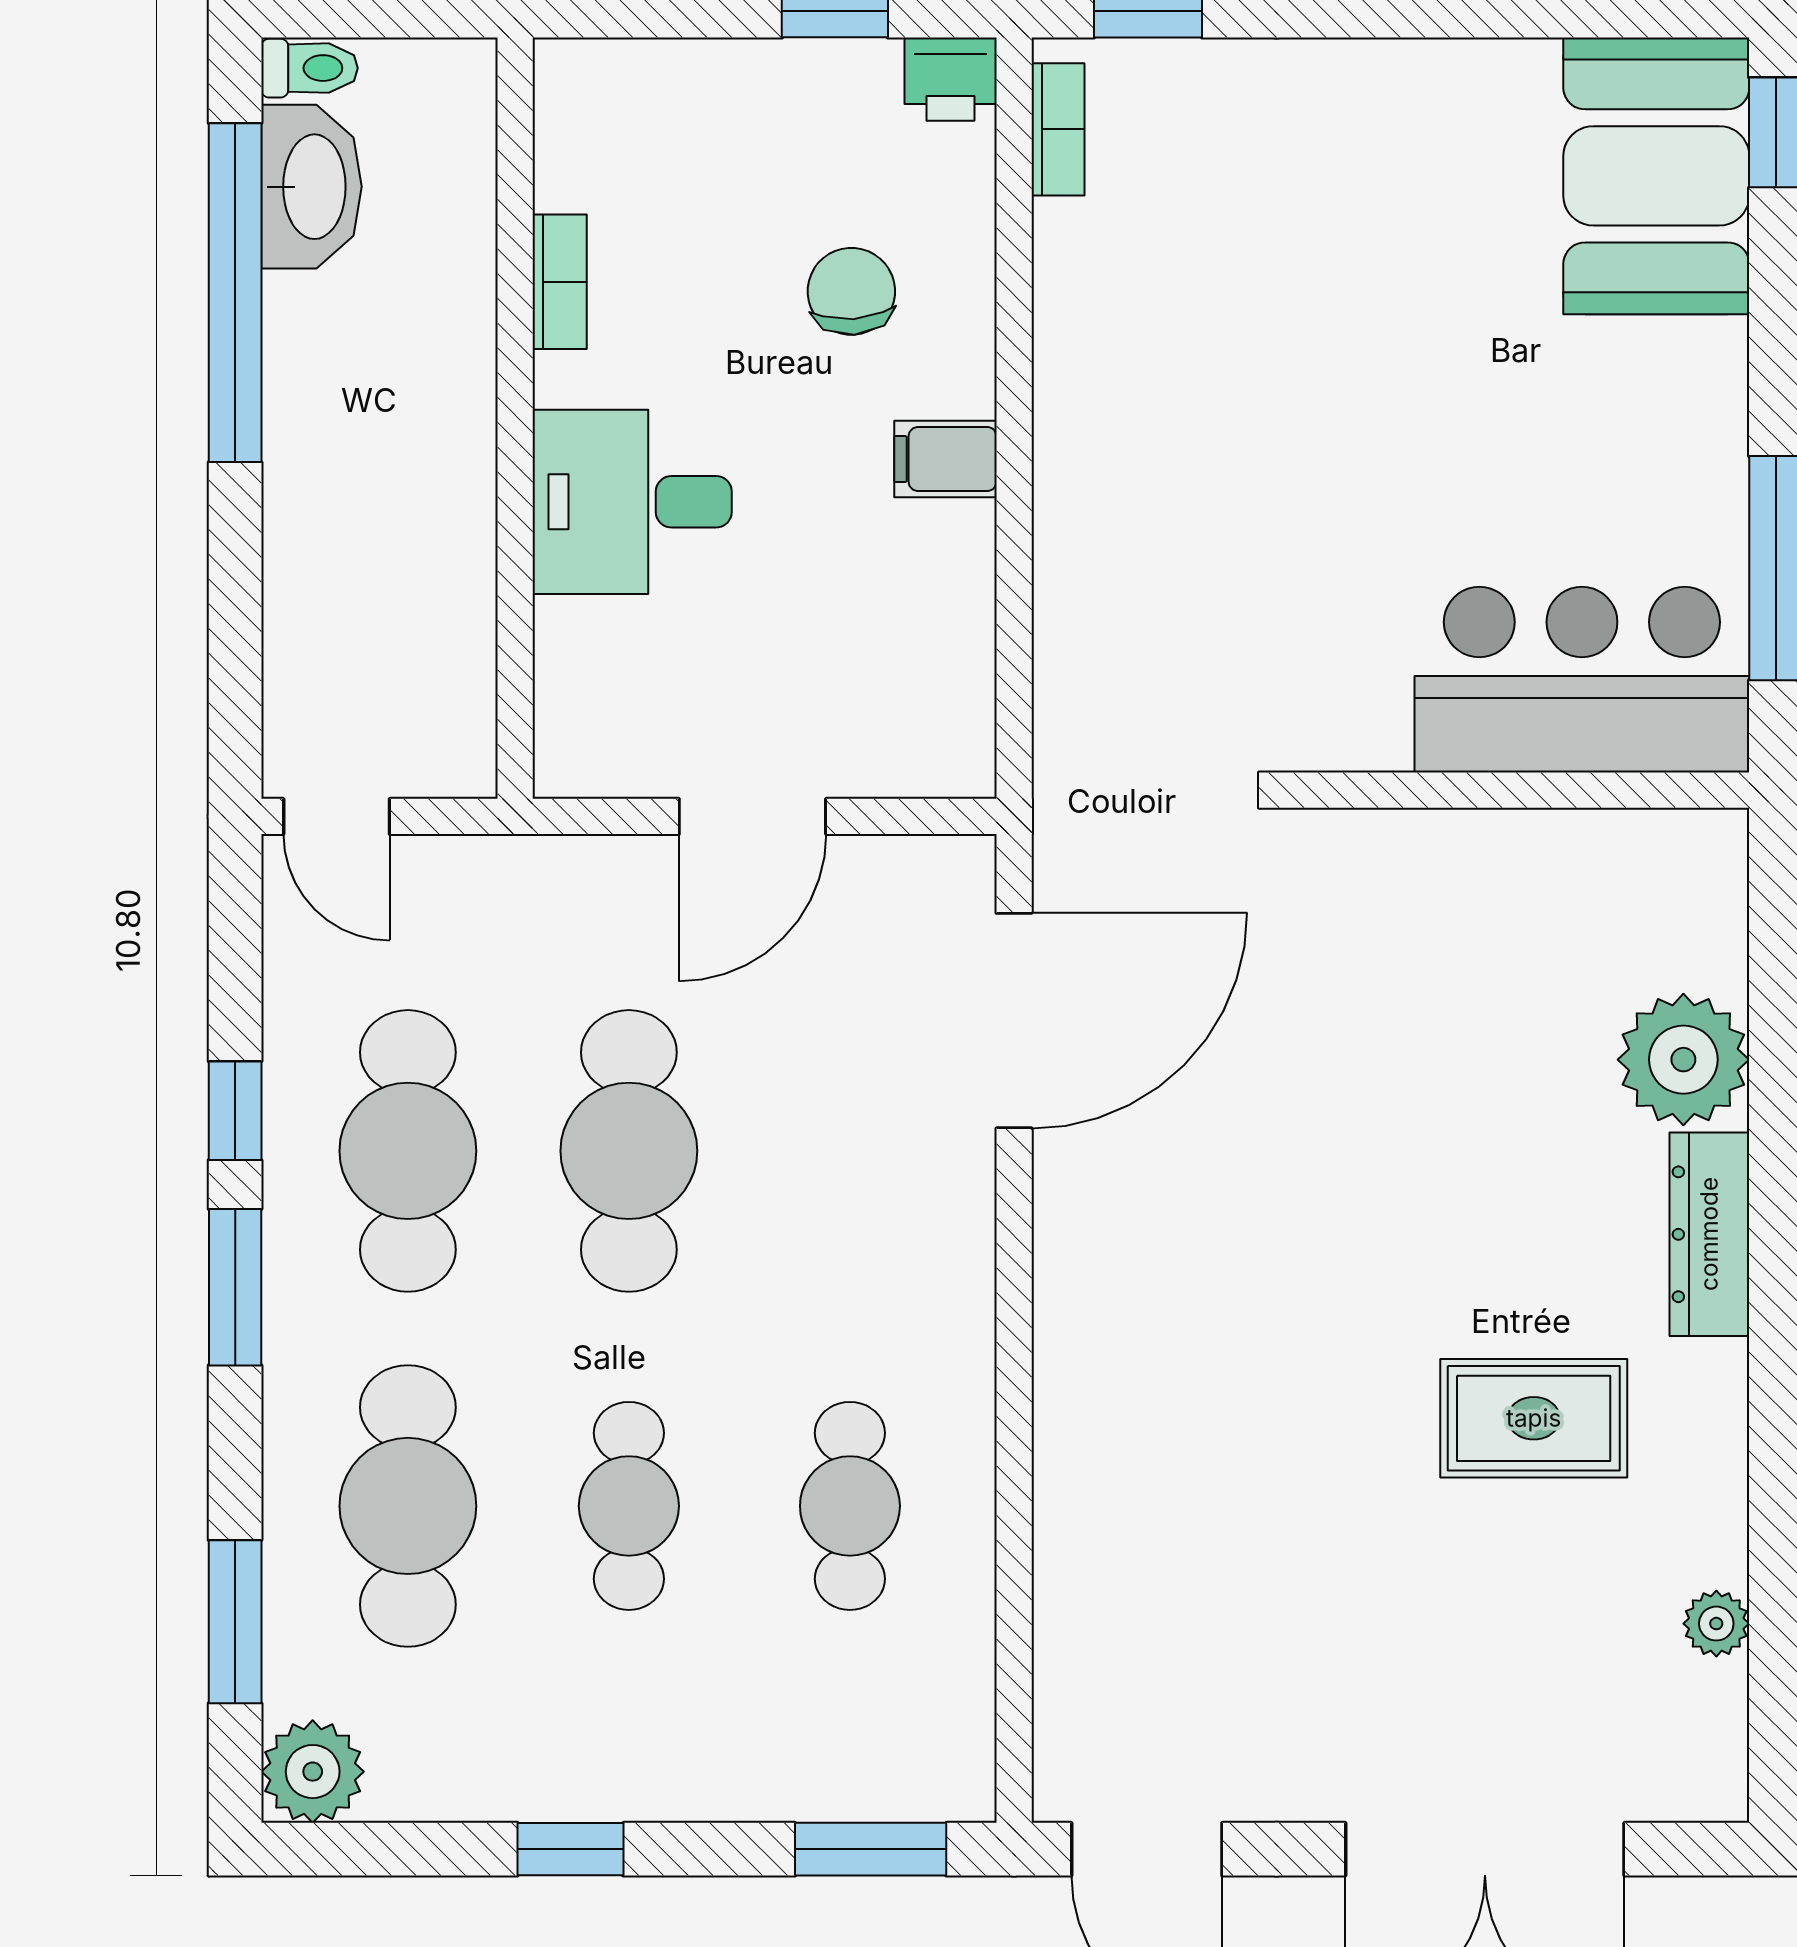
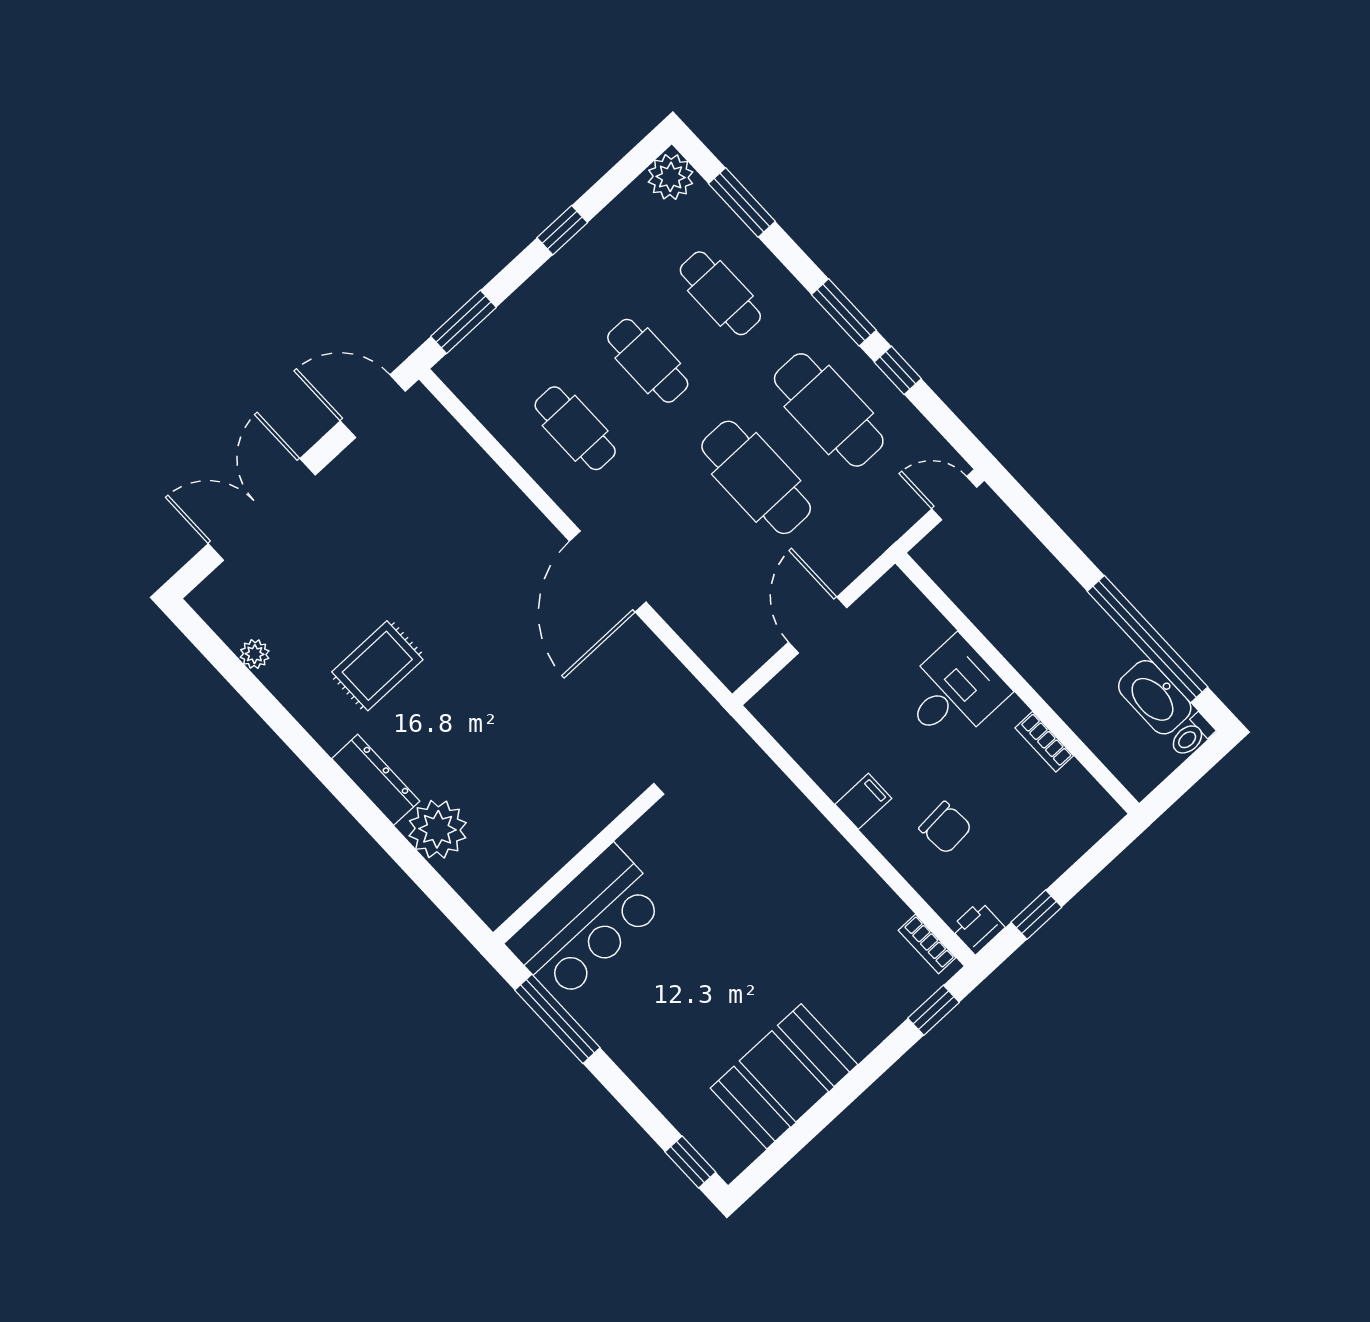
booth: (1656, 176) -> (784, 1076), moved, turned 90
door: (1014, 1021) -> (608, 572), moved
cafe table: (408, 1506) -> (720, 293), width x0.73, depth x0.74

